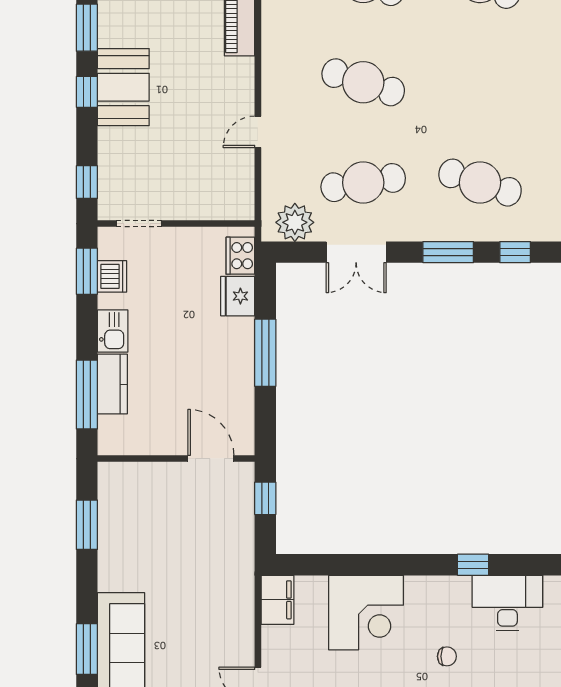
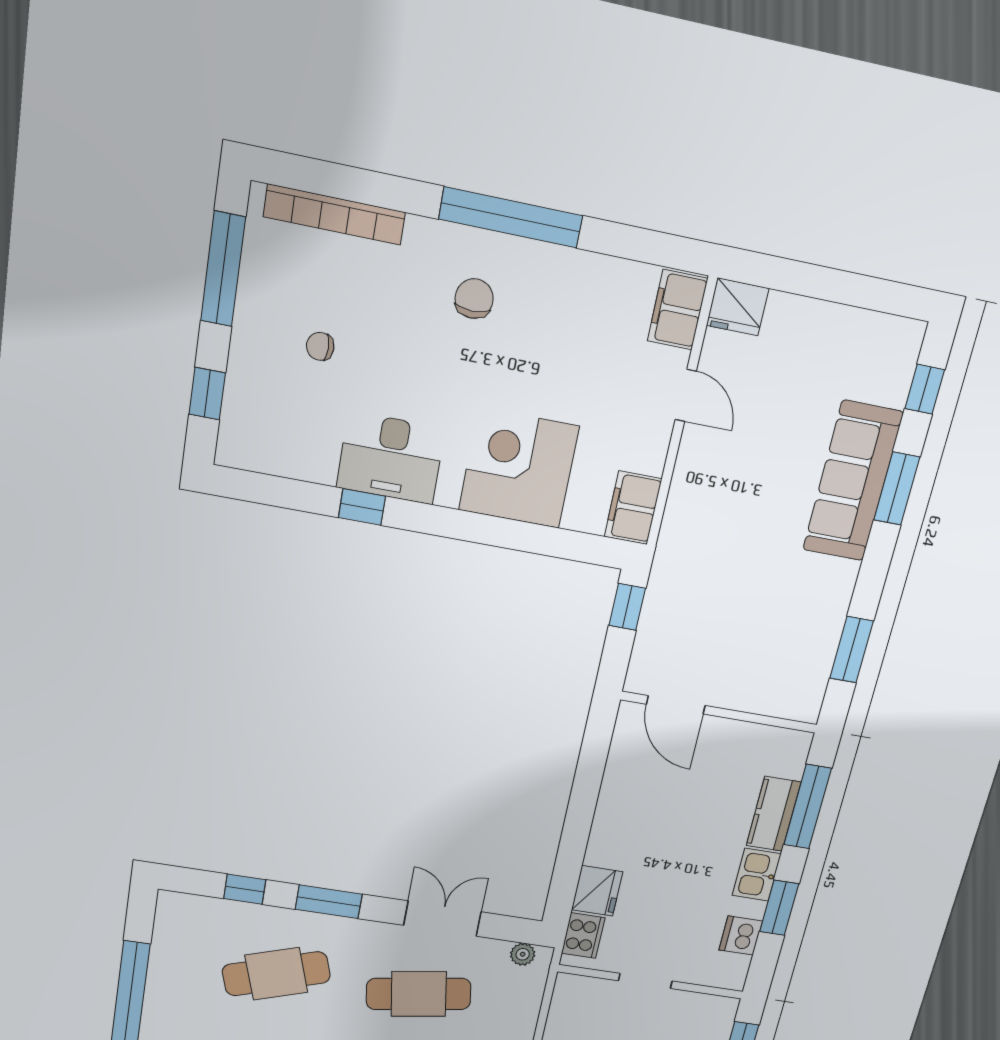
cafe table: (480, 183) -> (276, 974), turned -36
plant: (295, 222) -> (523, 954), width x0.53, depth x0.53
doorway: (139, 224) -> (645, 981), moved
window: (87, 271) -> (779, 908), moved
window: (265, 353) -> (579, 820), removed
window: (265, 498) -> (627, 607), moved
desk: (507, 603) -> (391, 458), moved
chair: (447, 656) -> (320, 346), moved

